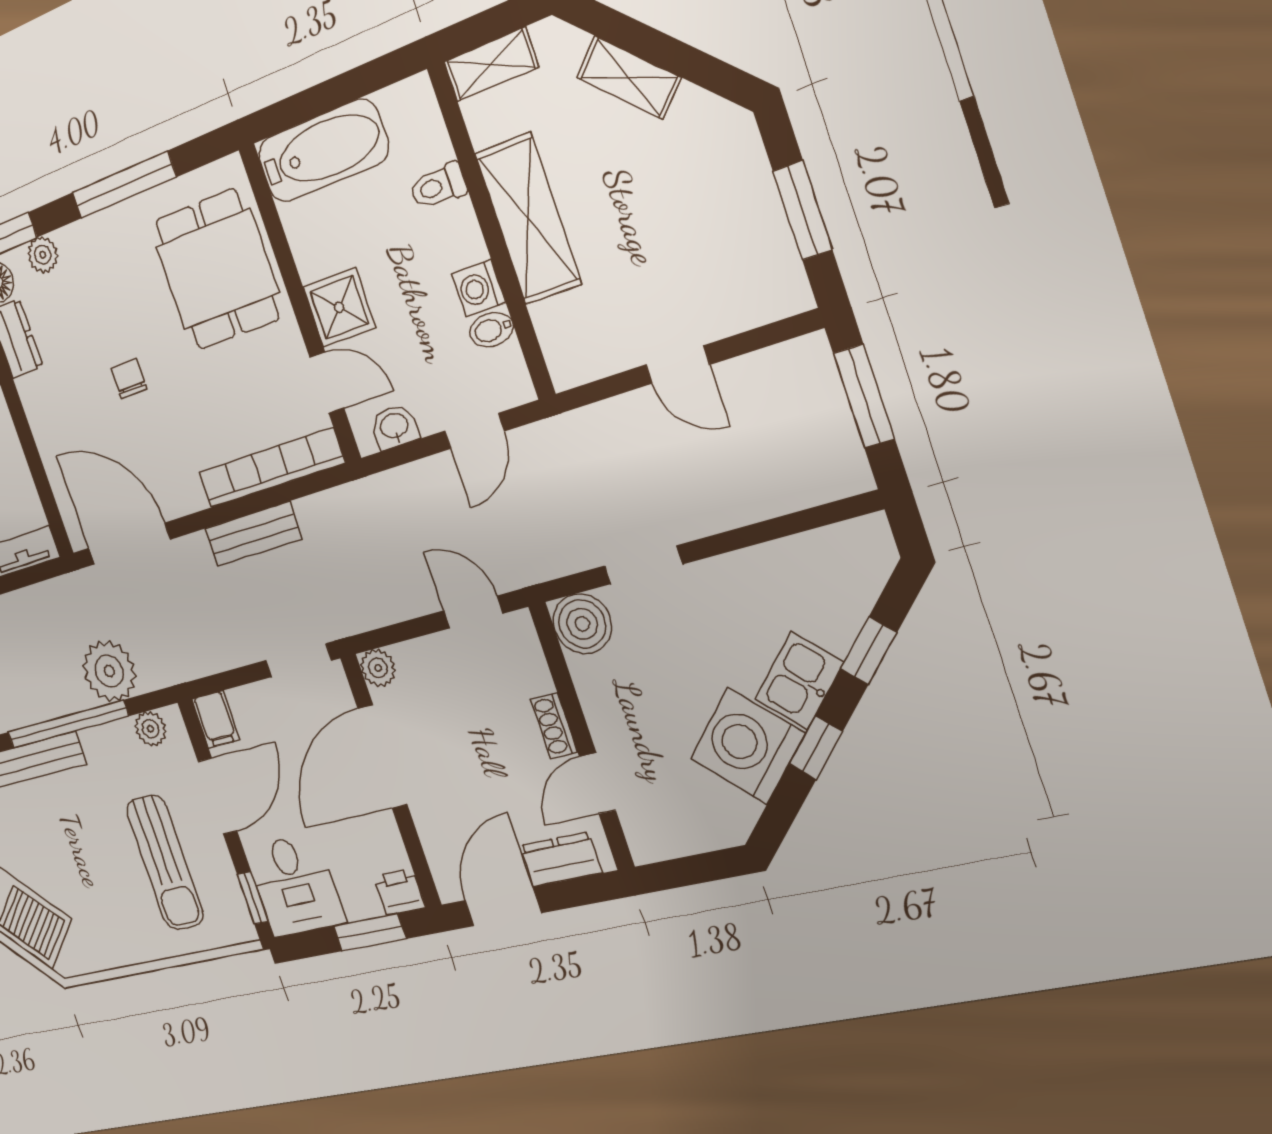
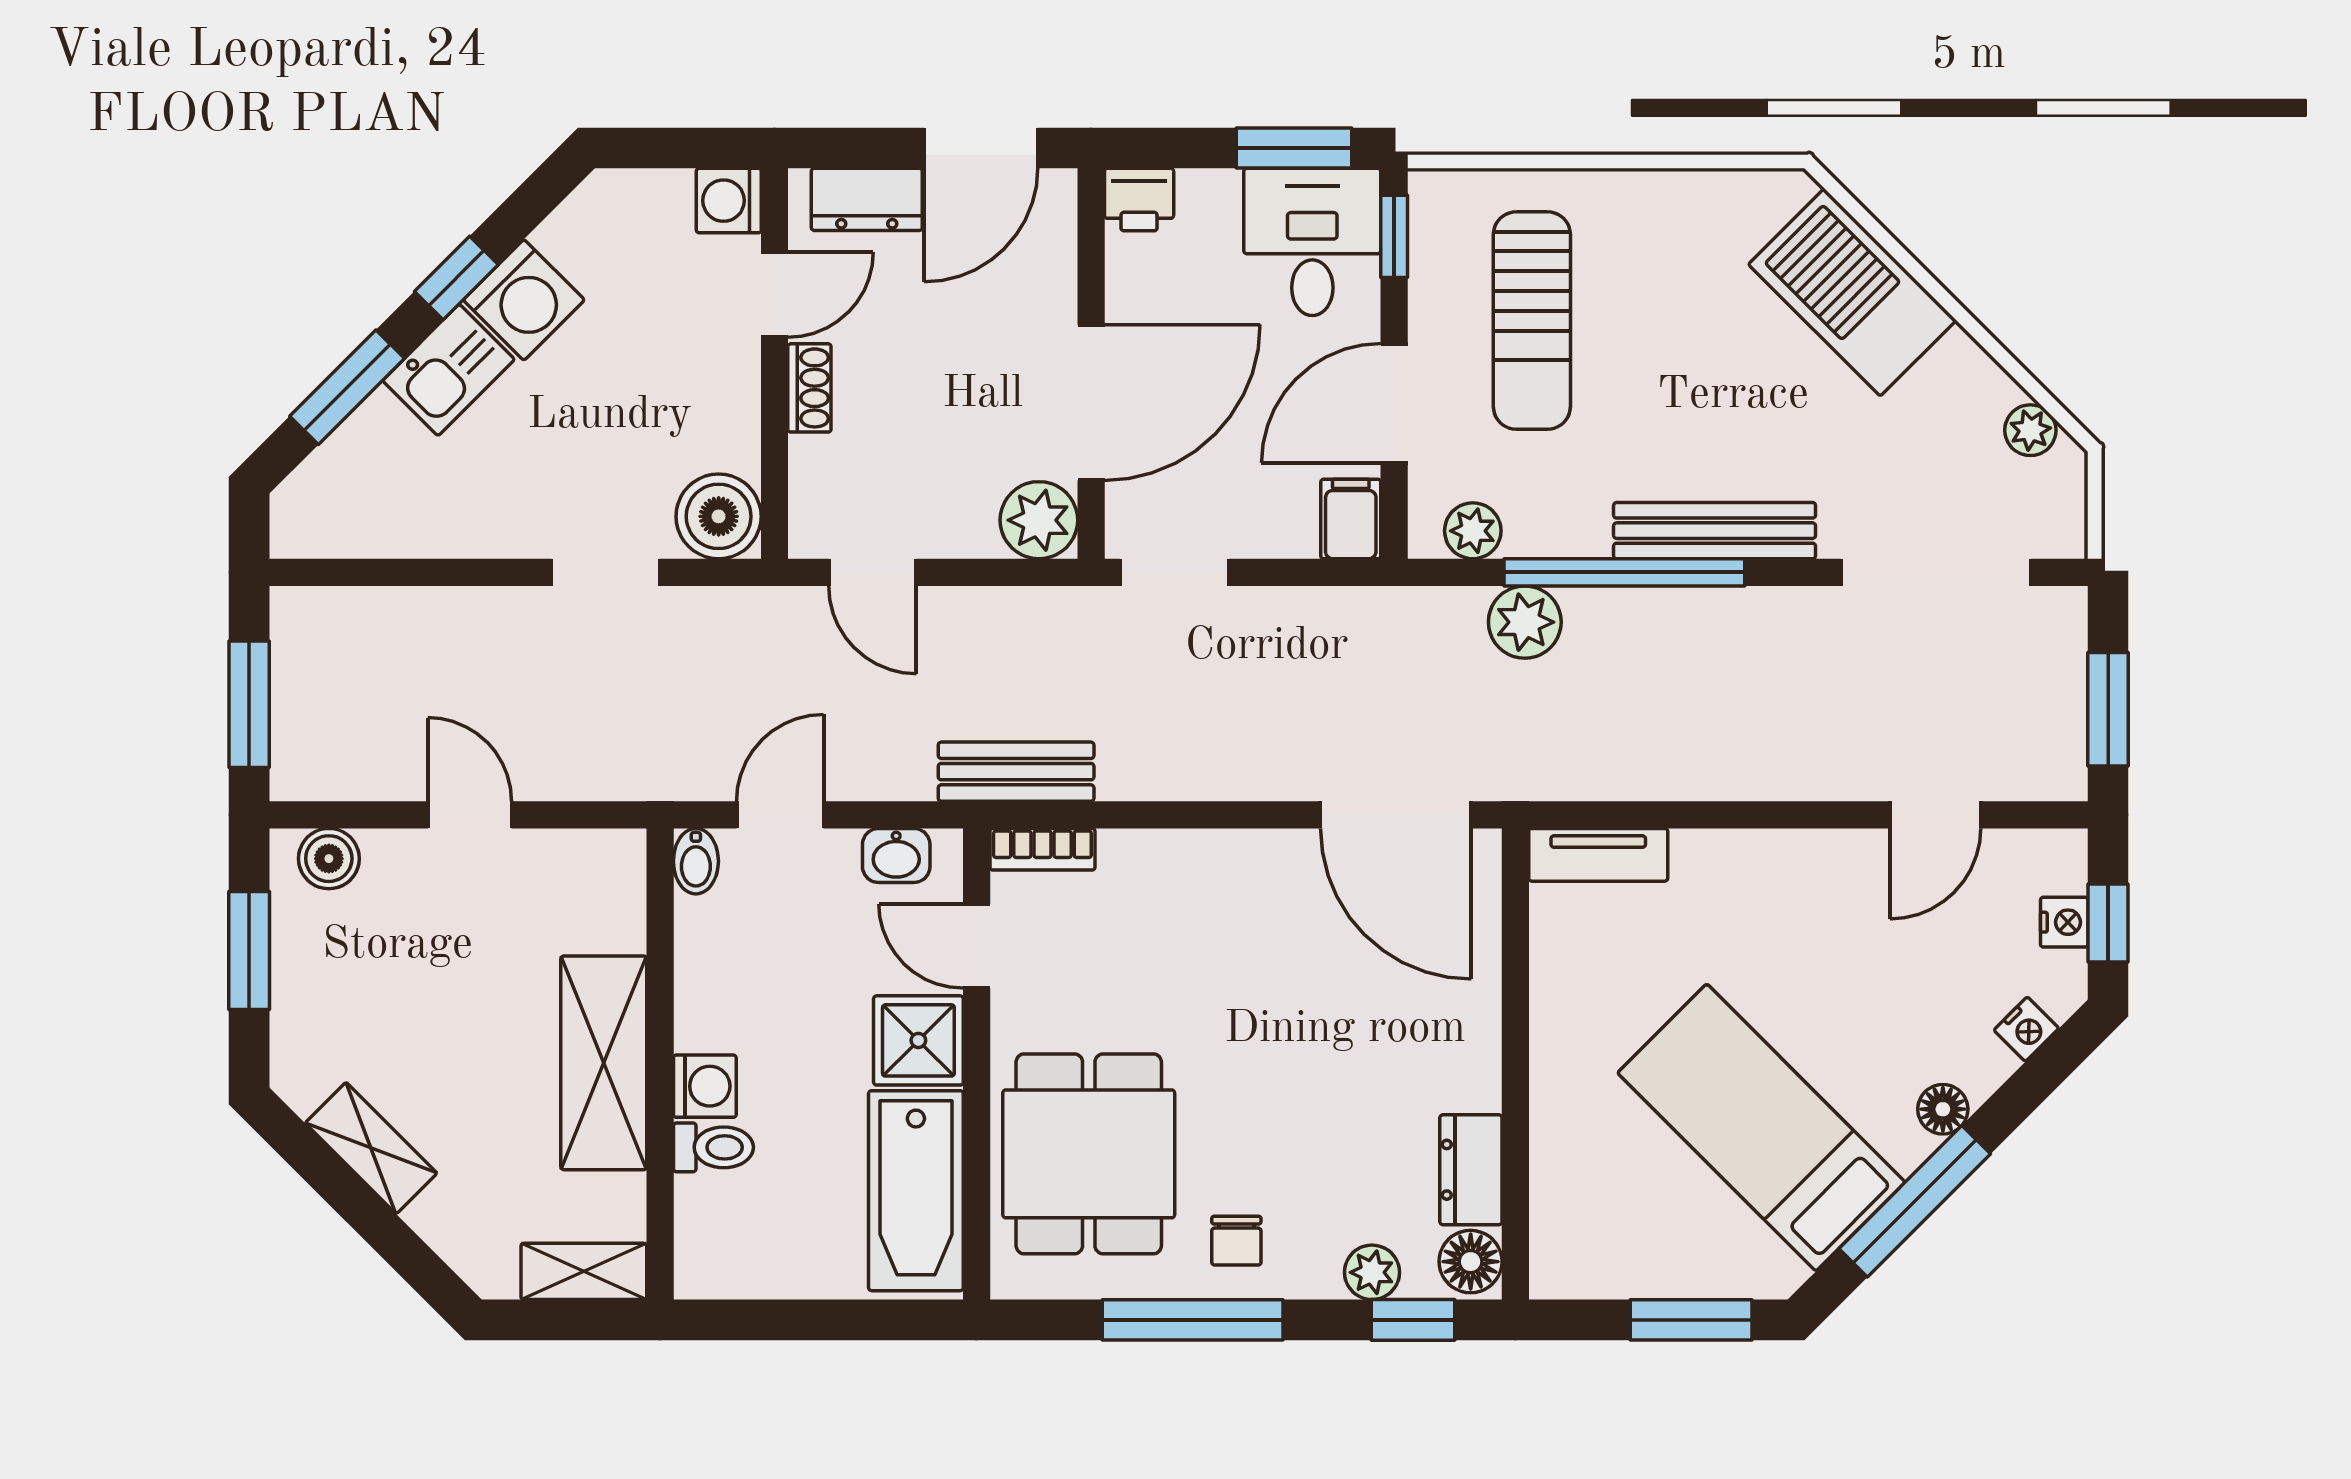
shelving: (629, 78) -> (371, 1148), moved
bathtub: (323, 151) -> (916, 1191), moved, turned -90
washing machine: (479, 288) -> (705, 1086), moved
boiler: (767, 300) -> (329, 859), added
bidet: (491, 330) -> (696, 861), moved, turned 90
chair: (129, 379) -> (1236, 1241), moved
bookcase: (271, 468) -> (1042, 849), width x0.43, depth x0.76
bench: (253, 534) -> (1016, 772), moved
window: (869, 651) -> (347, 387), width x1.50
plant: (378, 668) -> (1039, 520), width x1.38, depth x1.38
plant: (109, 671) -> (1525, 622), width x0.73, depth x0.73
washing machine: (747, 746) -> (524, 300), width x0.73, depth x0.73
washing machine: (648, 841) -> (729, 201), added
sun lounger: (165, 862) -> (1532, 321), turned 180
window: (370, 932) -> (1294, 148), moved

